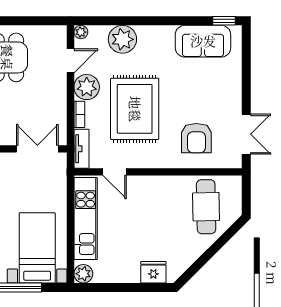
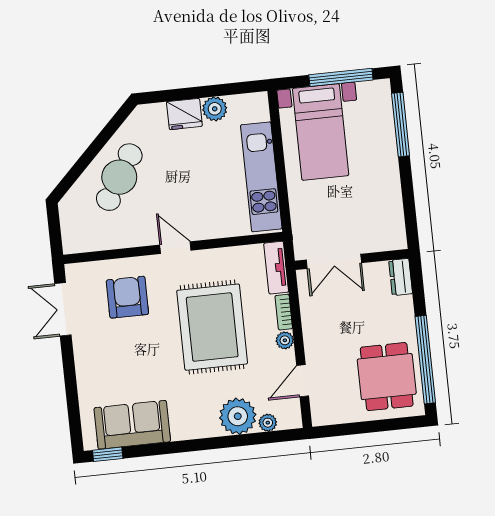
plant: (81, 32) -> (268, 423), moved
plant: (87, 87) -> (285, 340), width x0.53, depth x0.53
door: (115, 172) -> (175, 248), moved
cafe table: (206, 207) -> (119, 177), moved, turned 33
fridge: (153, 272) -> (184, 114), moved
plant: (83, 274) -> (215, 109), moved

